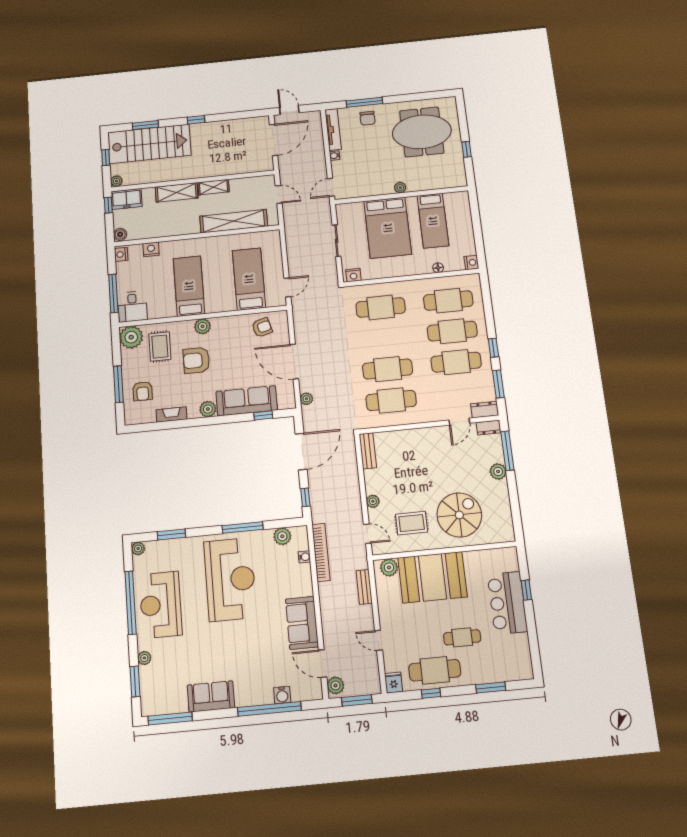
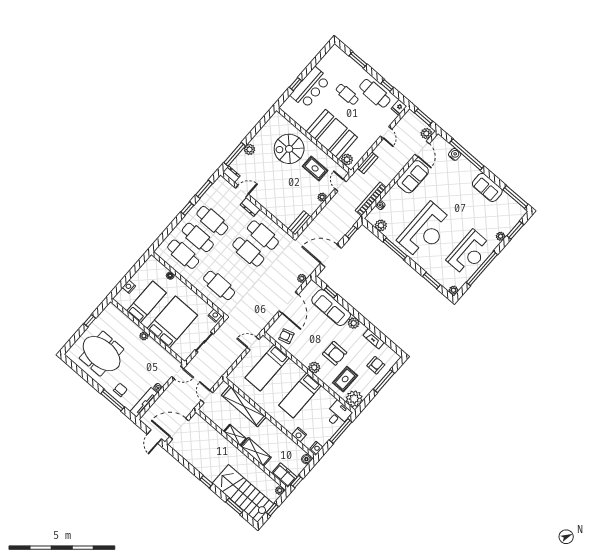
nightstand: (471, 263) -> (129, 287), moved
dresser: (485, 410) -> (250, 207), moved
reception desk: (230, 579) -> (425, 231), turned 180

